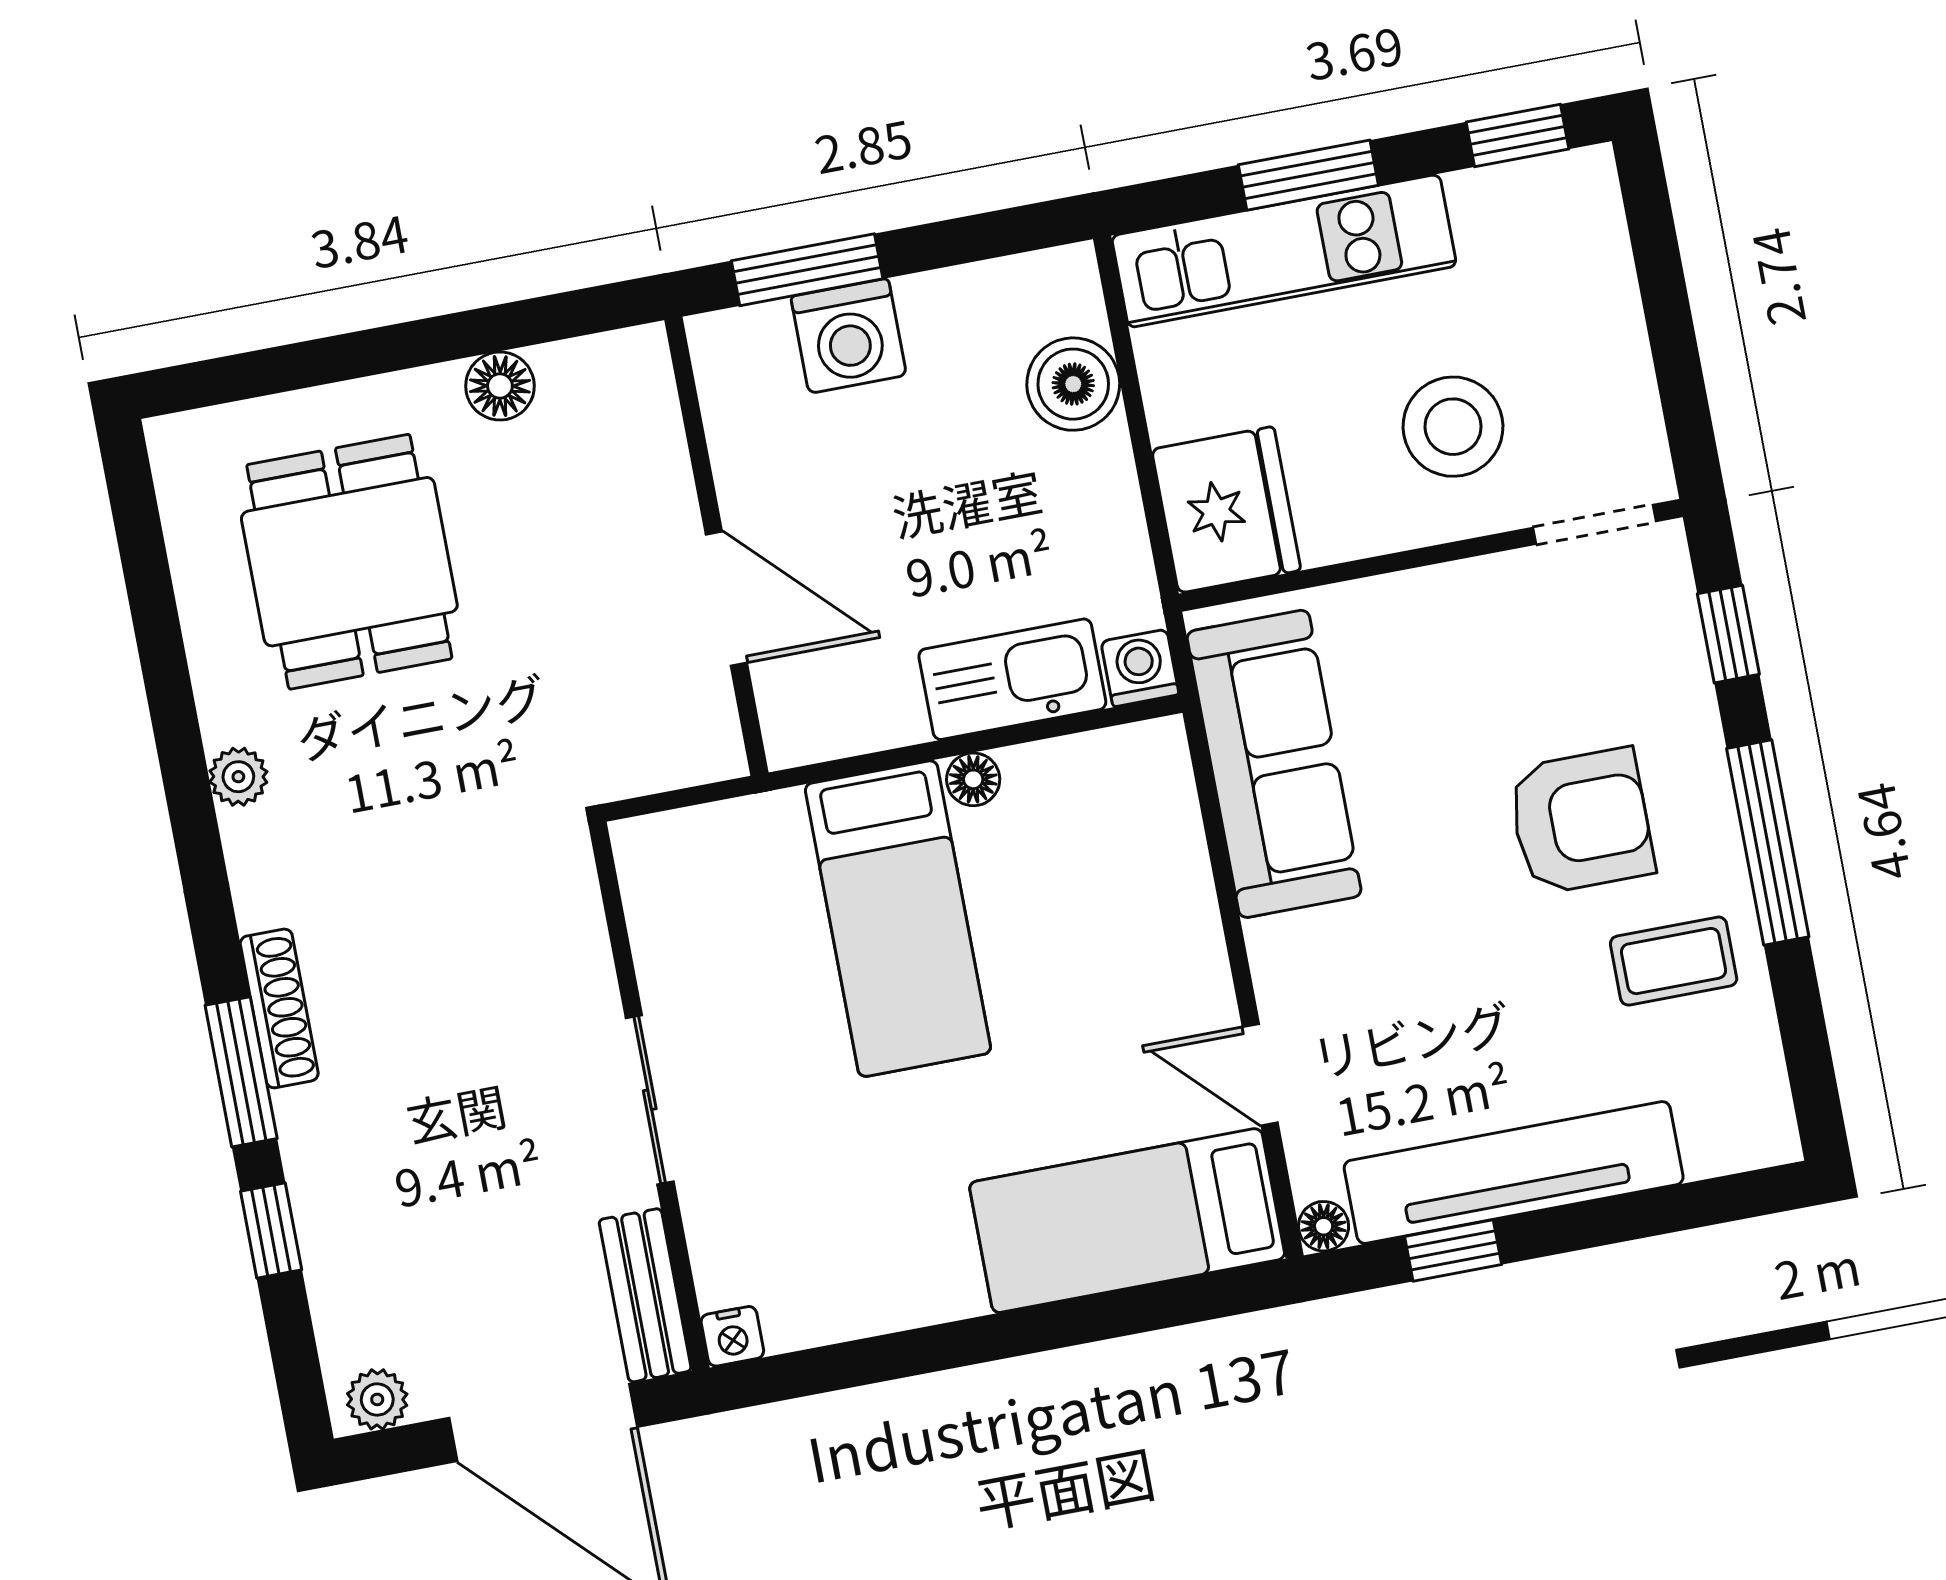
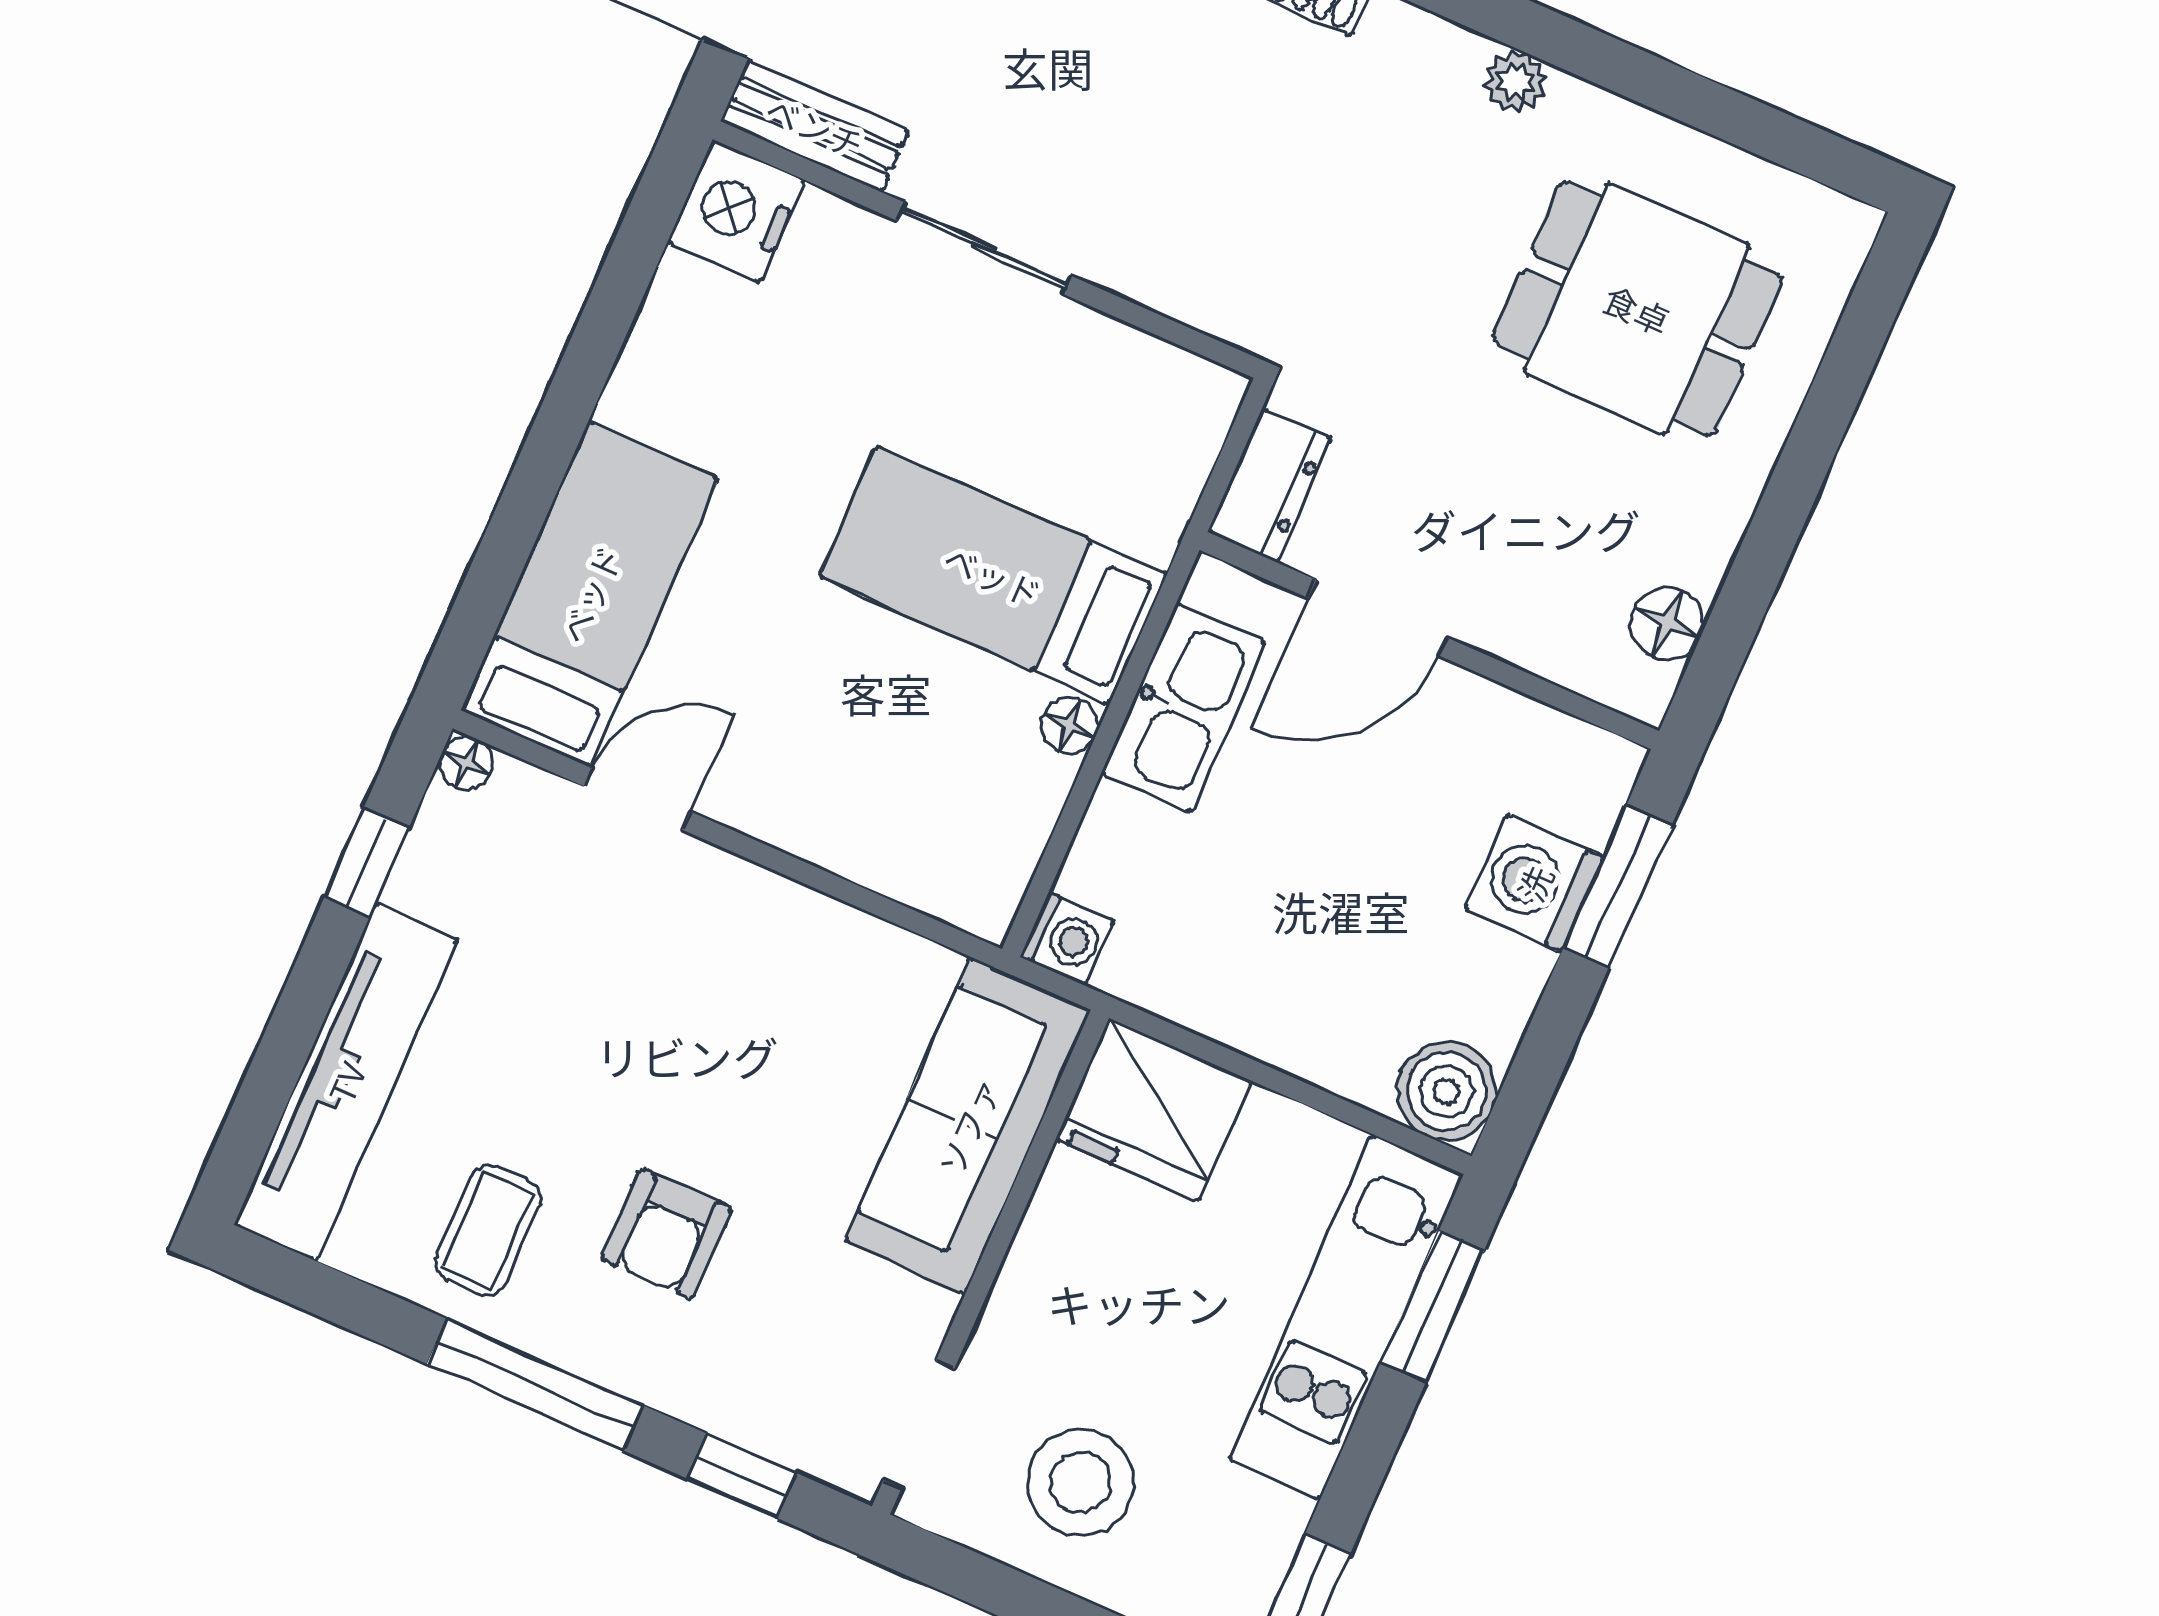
window: (1308, 175) -> (1432, 1306), moved
boiler: (1073, 384) -> (1447, 1091), moved
floor lamp: (500, 386) -> (1667, 623), moved
stool: (1453, 427) -> (1080, 1482), moved
kitchen sink: (1012, 679) -> (1183, 708), moved
dresser: (681, 752) -> (1270, 485), added
sofa: (1274, 764) -> (968, 1126), moved, turned 90
armchair: (1581, 821) -> (666, 1234), width x0.72, depth x0.72
tv unit: (1514, 1173) -> (346, 1082), moved
nightstand: (732, 1336) -> (736, 211), width x1.89, depth x1.79

